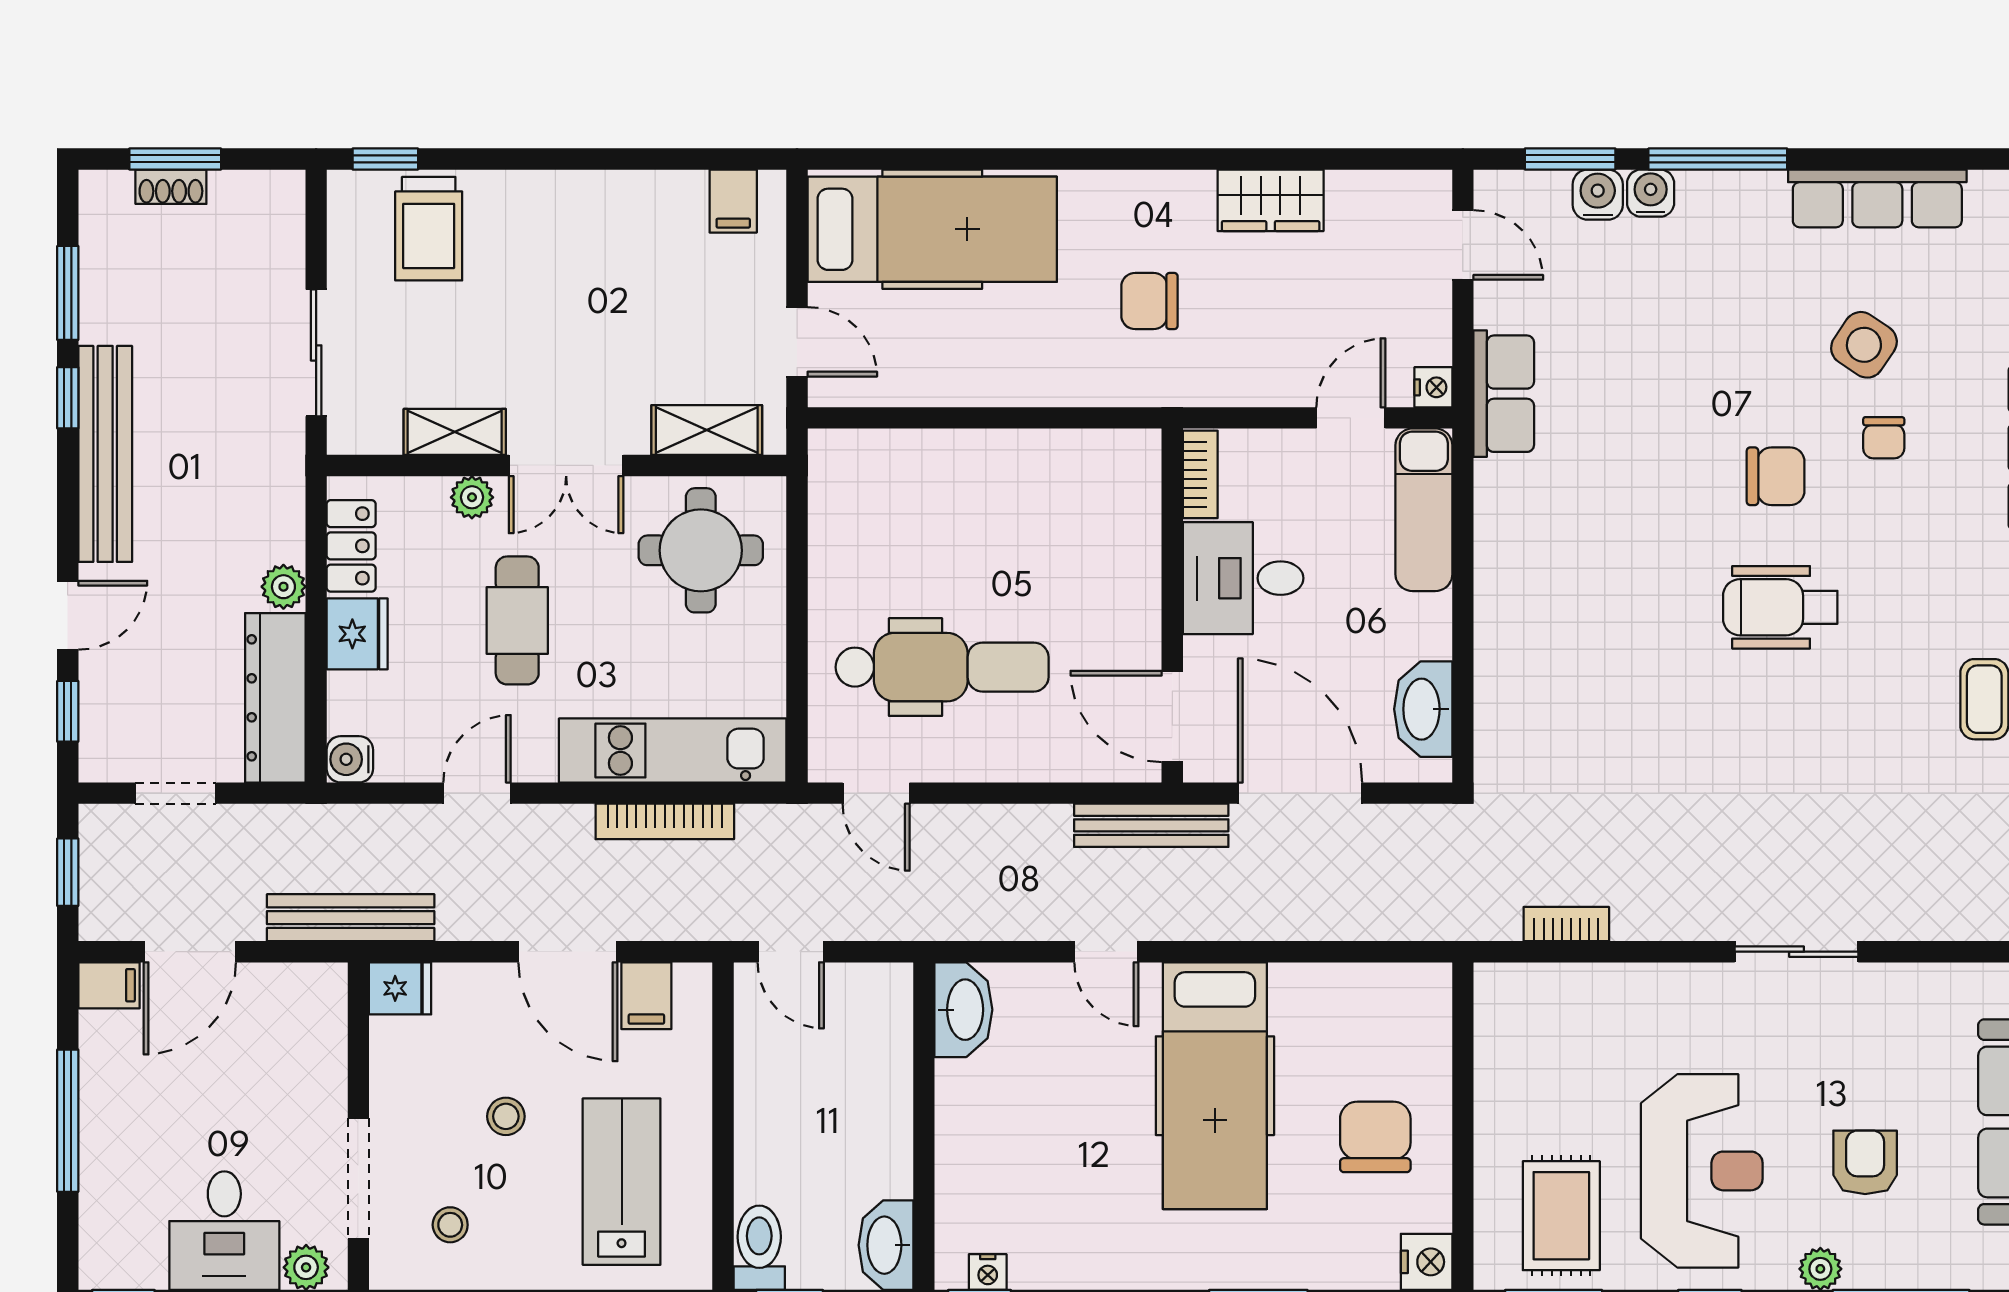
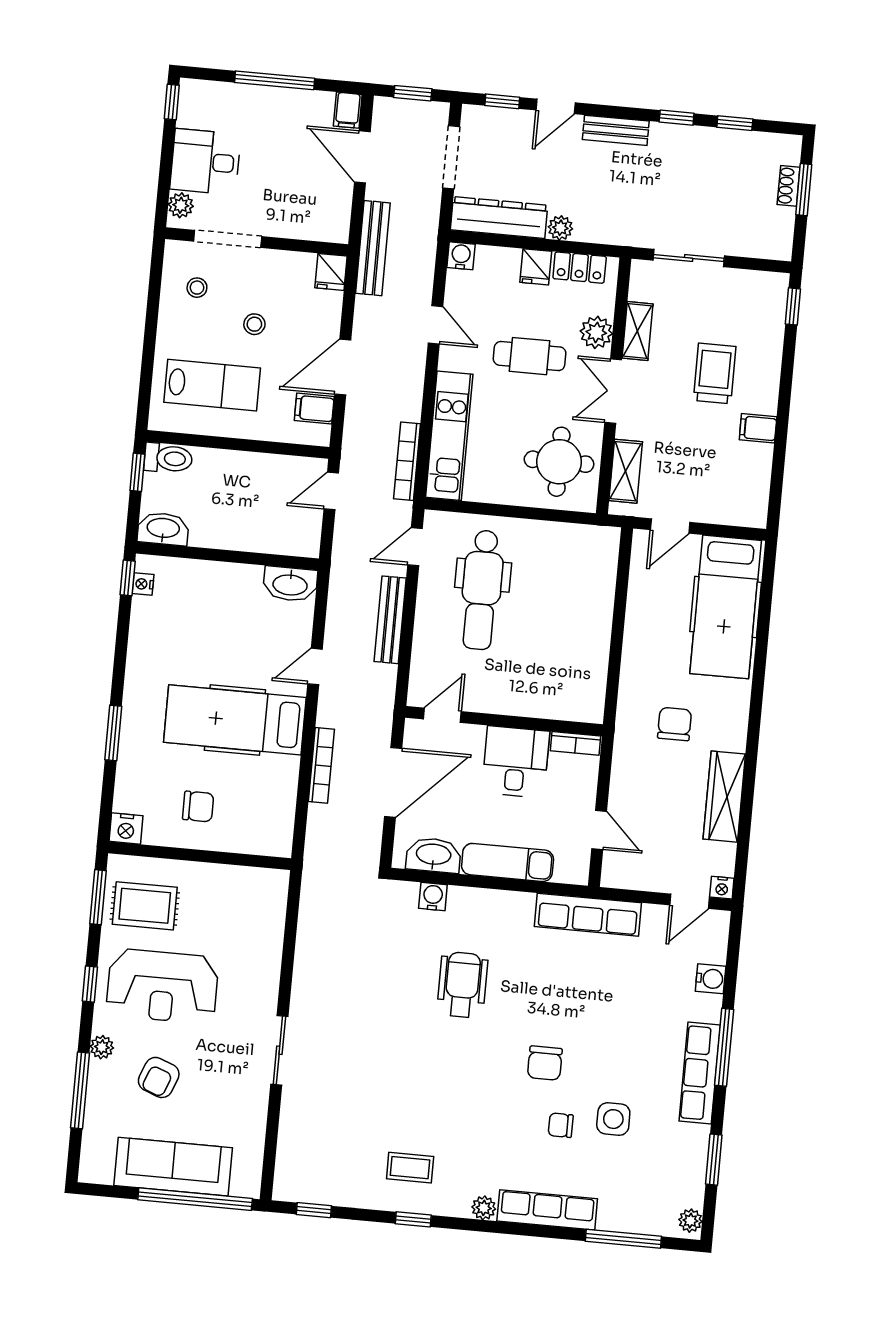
window: (1570, 159) -> (714, 1160), moved
water cooler: (1651, 193) -> (433, 897), moved, turned -90
row of seats: (1877, 198) -> (700, 1073), moved
wardrobe: (1271, 200) -> (724, 797), width x1.50
filing cabinet: (733, 201) -> (758, 428), moved
trolley: (429, 229) -> (715, 373), moved, turned 90
window: (68, 293) -> (735, 123), width x0.67
side table: (1864, 345) -> (613, 1119), turned -34
nightstand: (1433, 387) -> (722, 888), moved
row of seats: (1504, 394) -> (588, 915), width x1.48
bench: (105, 454) -> (616, 130), width x0.54, depth x0.82
plant: (472, 497) -> (596, 332), width x1.38, depth x1.38
exam couch: (1424, 510) -> (508, 862), moved
wheelchair: (1780, 607) -> (462, 985), moved
door: (68, 615) -> (556, 106), hinge flipped
fridge: (357, 634) -> (536, 267), width x0.72
door: (1172, 716) -> (442, 715), width x0.73
doorway: (176, 793) -> (451, 157), width x1.38
bookcase: (665, 821) -> (407, 461), moved
bench: (1151, 825) -> (390, 620), moved
bookcase: (1566, 924) -> (321, 765), moved, width x1.56
chair: (1375, 1137) -> (198, 806), width x0.73, depth x0.73
armchair: (1865, 1162) -> (159, 1077), turned 111

